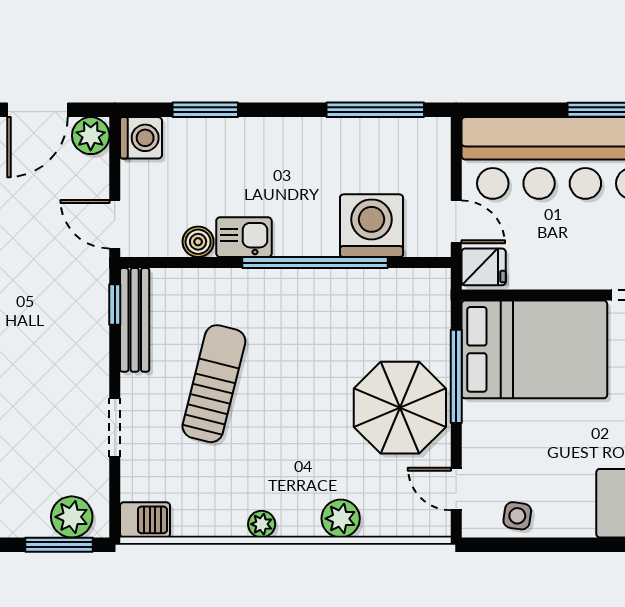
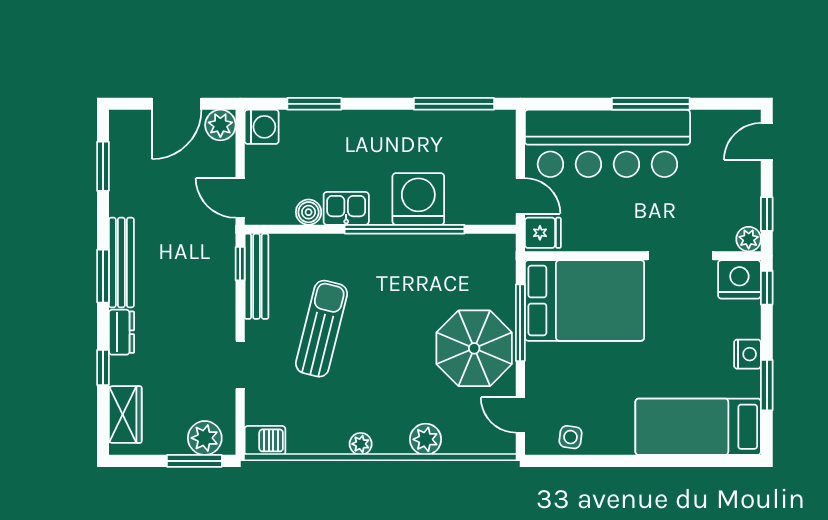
washing machine: (372, 226) -> (418, 199), moved

